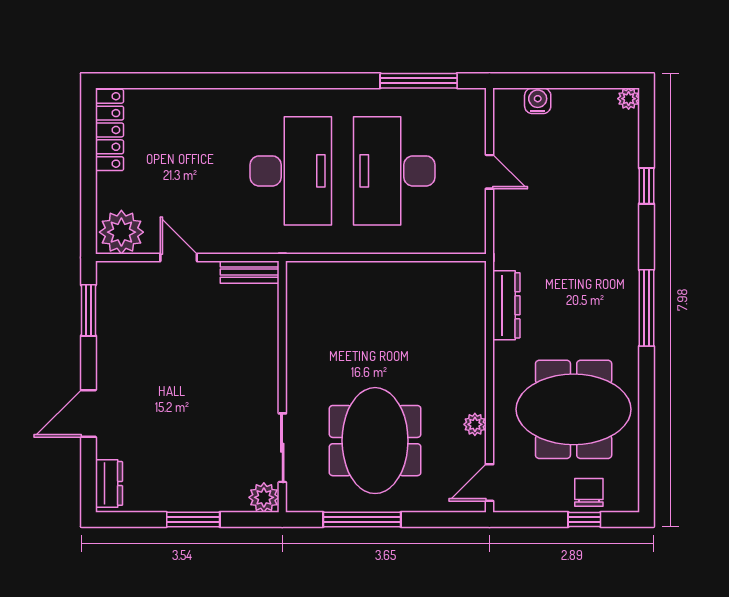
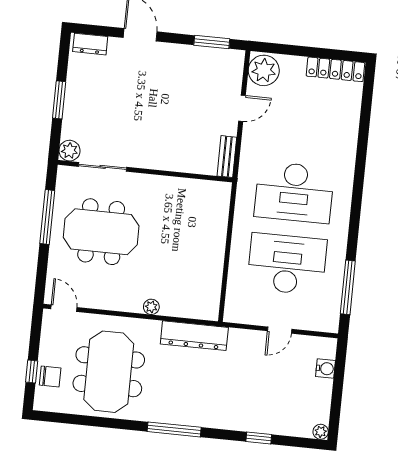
dresser: (506, 305) -> (194, 336), width x1.37, depth x1.24
plant: (475, 424) -> (151, 307), moved

